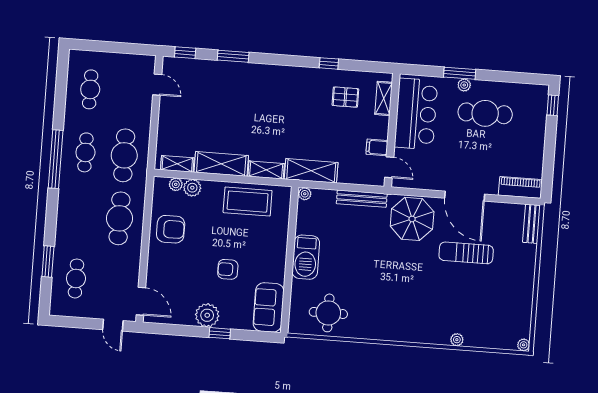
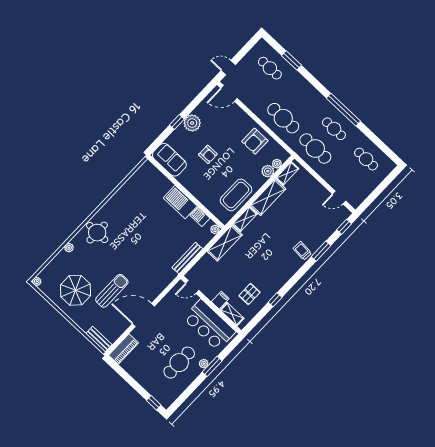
trolley: (250, 77) -> (302, 251), added
filing cabinet: (377, 147) -> (220, 300), moved
parasol: (412, 219) -> (76, 290), moved
barbecue: (304, 222) -> (200, 217), added
armchair: (228, 269) -> (208, 154), turned 90
round table: (328, 313) -> (97, 233), moved

